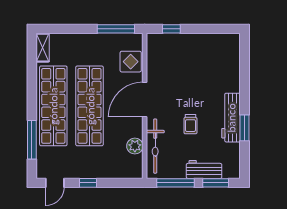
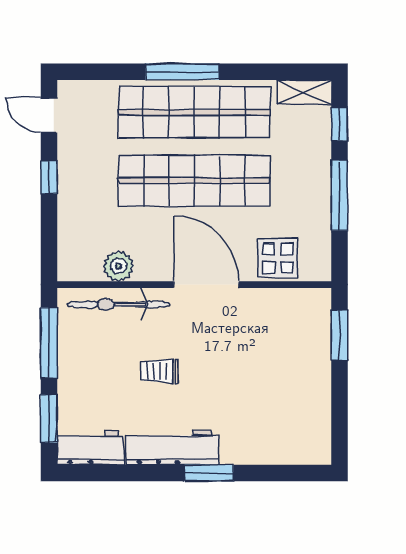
window: (60, 29) -> (340, 124), added
window: (116, 29) -> (340, 195), moved
window: (171, 29) -> (340, 335), width x1.50
window: (245, 128) -> (209, 473), moved
window: (32, 140) -> (182, 72), moved
workbench: (204, 169) -> (90, 448), moved, turned -90

